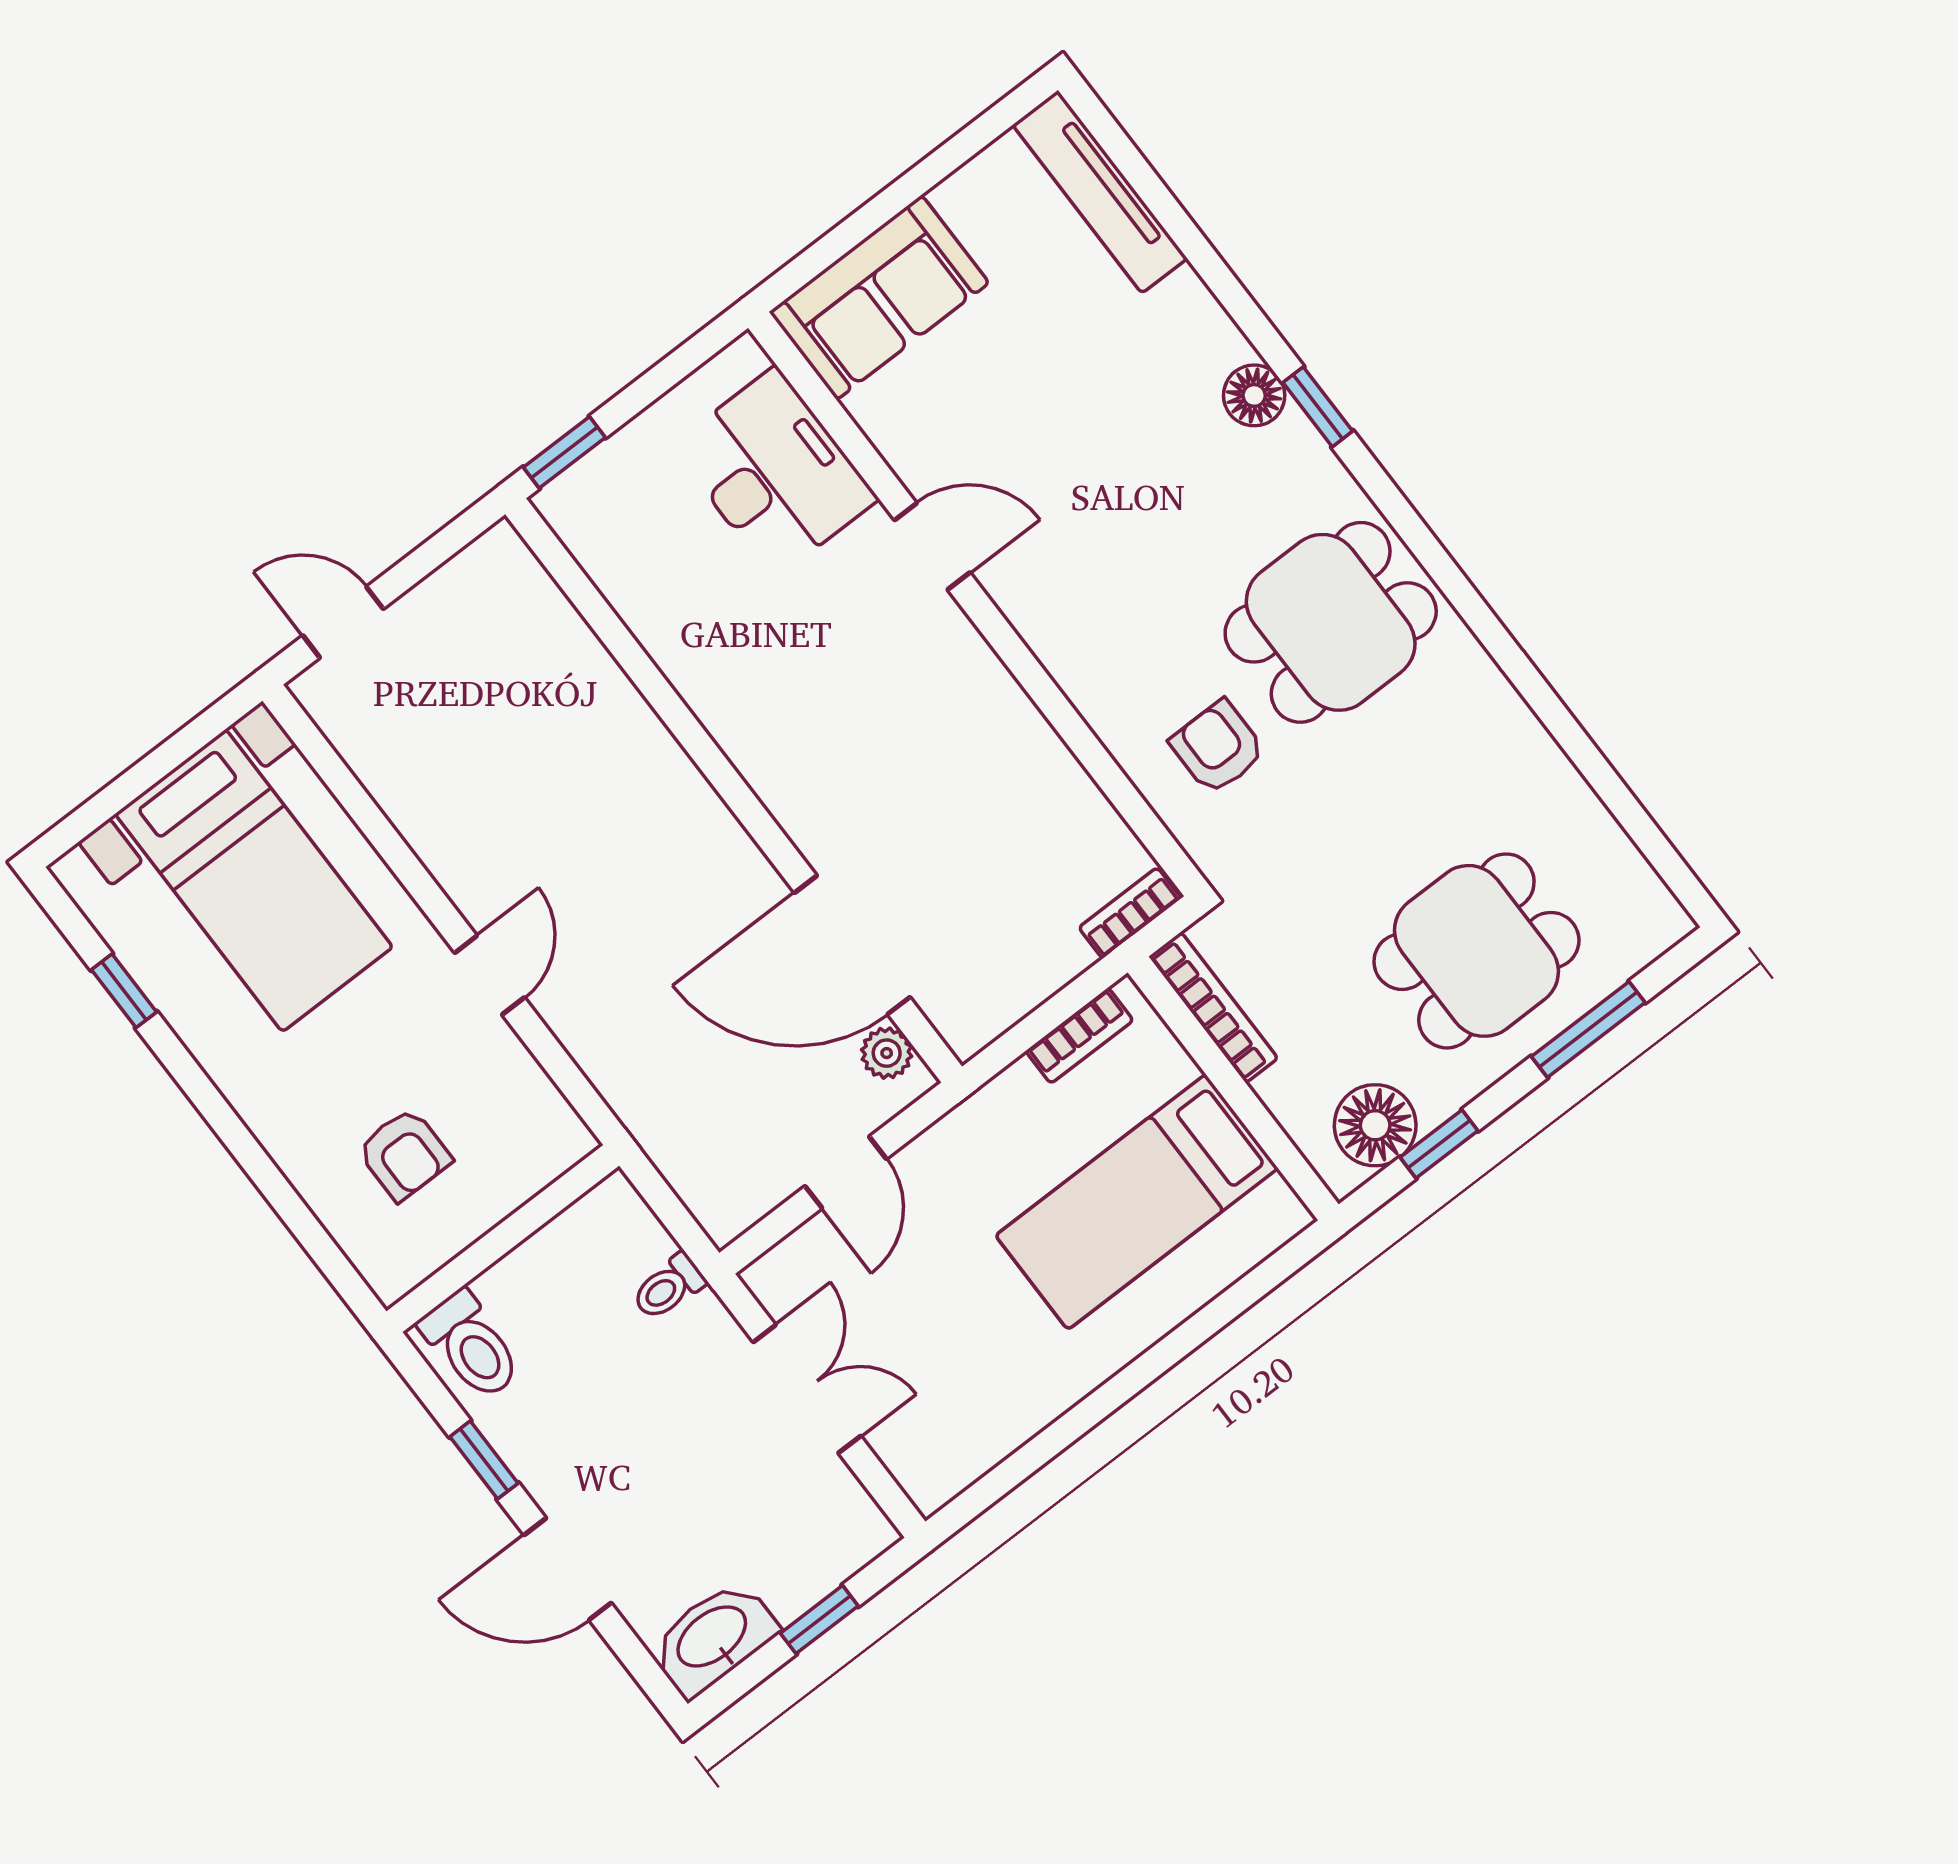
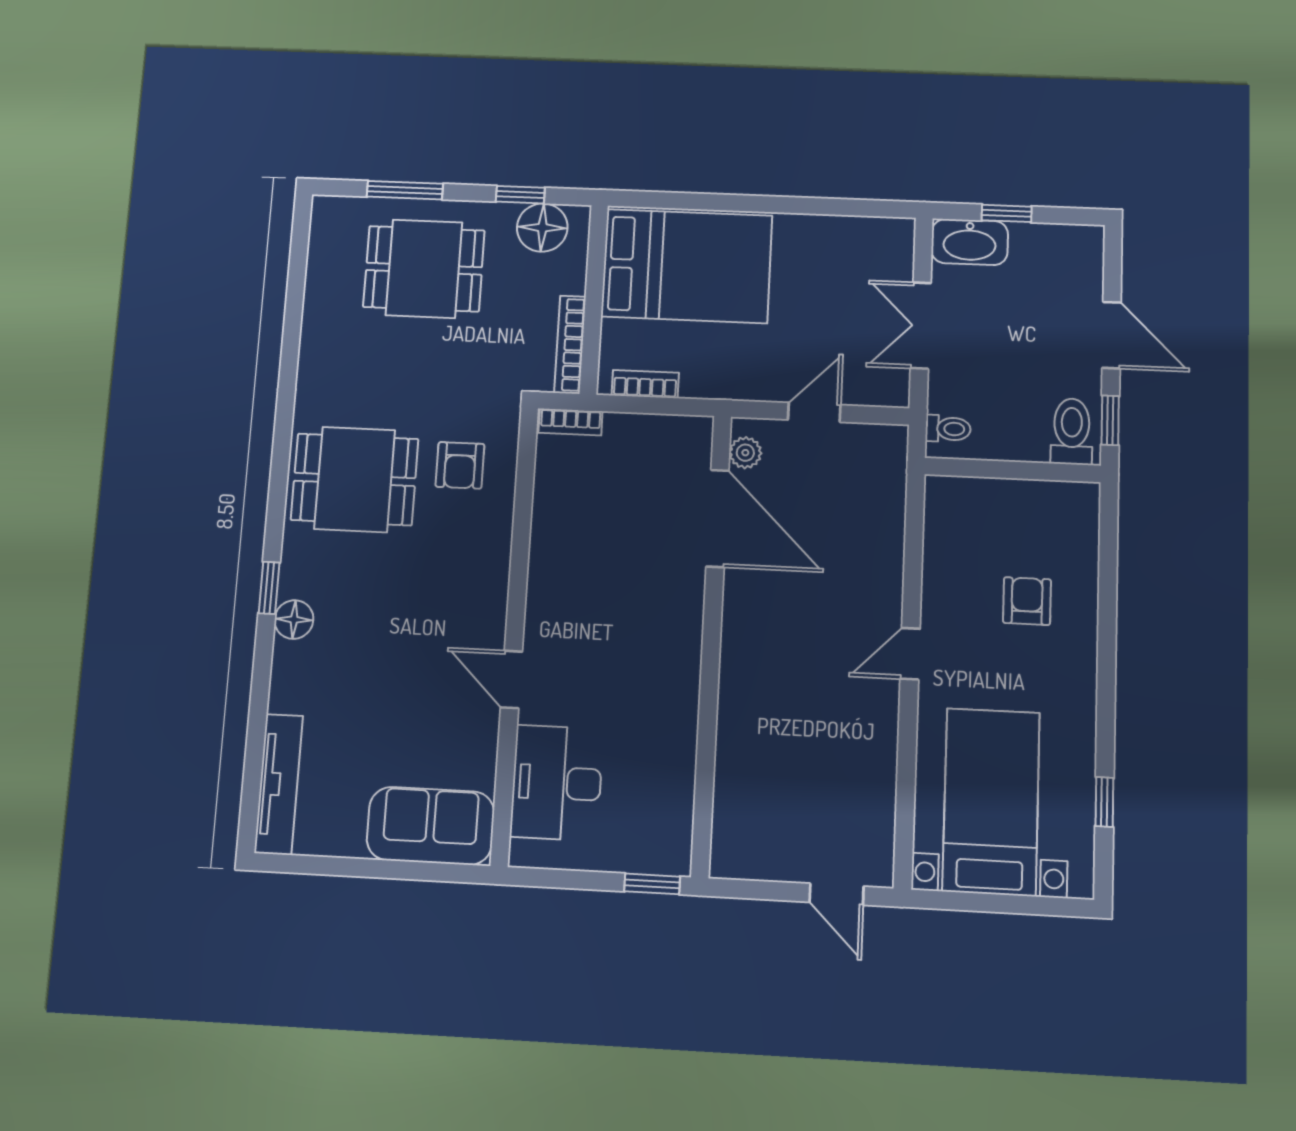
bed: (1137, 1202) -> (687, 266), width x1.50
wall: (503, 1238) -> (1013, 470), moved
toilet: (471, 1345) -> (1072, 431), moved
washbasin: (713, 1638) -> (970, 242), moved

